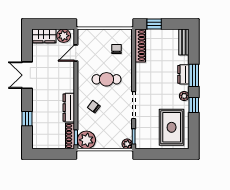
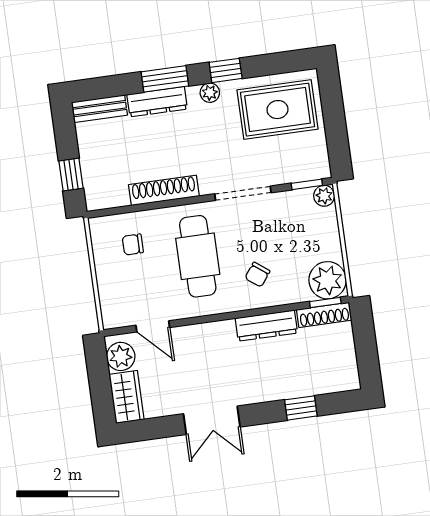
shoe rack: (140, 46) -> (164, 190), moved
dresser: (183, 74) -> (157, 102), width x1.44
cafe table: (106, 79) -> (198, 256), width x1.37, depth x1.35

